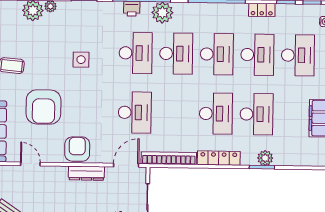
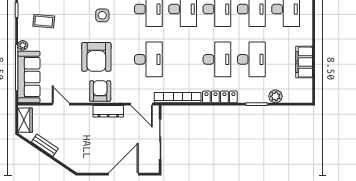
armchair: (44, 107) -> (96, 57), moved
plant: (265, 158) -> (275, 96), moved
door: (126, 165) -> (142, 104), swing flipped

